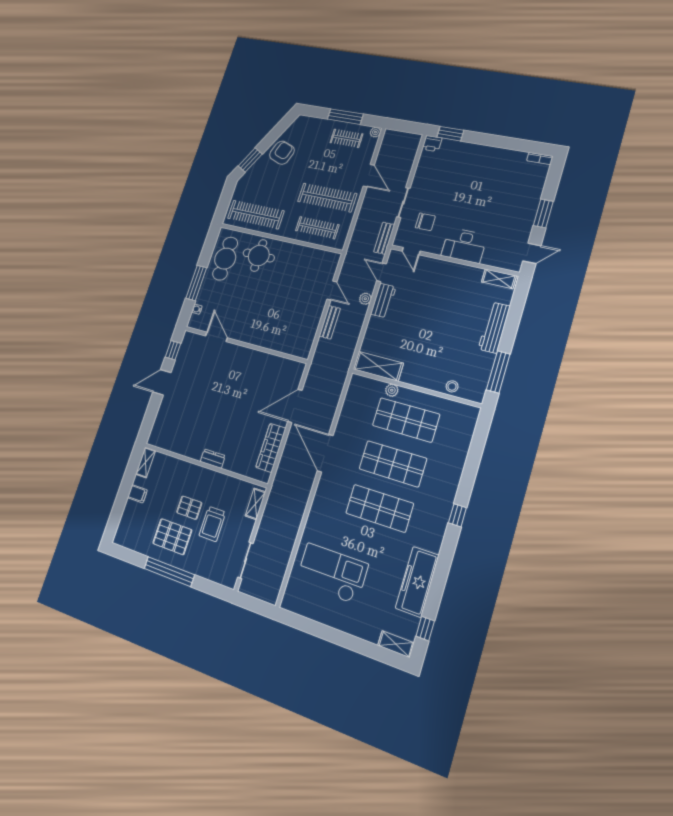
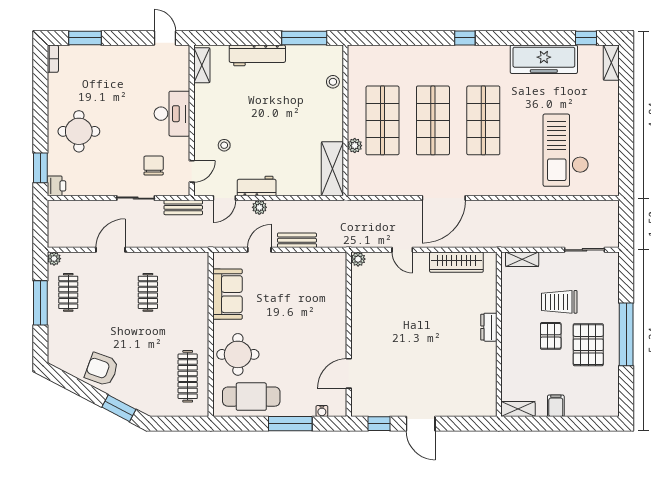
round table: (471, 168) -> (79, 131), added
clothes rail: (327, 198) -> (148, 292), width x0.54, depth x0.76
window: (543, 214) -> (85, 38), moved
clothes rail: (256, 215) -> (188, 376), width x0.73, depth x0.76
clothes rail: (317, 228) -> (188, 292), removed
sofa: (306, 258) -> (227, 294), added
stool: (425, 282) -> (224, 145), added
plant: (299, 368) -> (358, 259), added
door: (295, 406) -> (402, 250), width x0.53
trolley: (212, 524) -> (559, 302), turned 180

